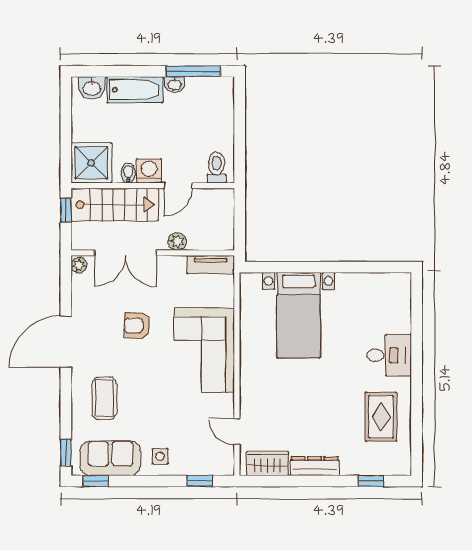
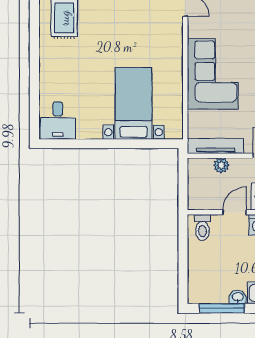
plant: (177, 241) -> (221, 165), moved
tv unit: (211, 265) -> (215, 146), width x1.41
desk: (389, 355) -> (58, 121), moved, turned -90

